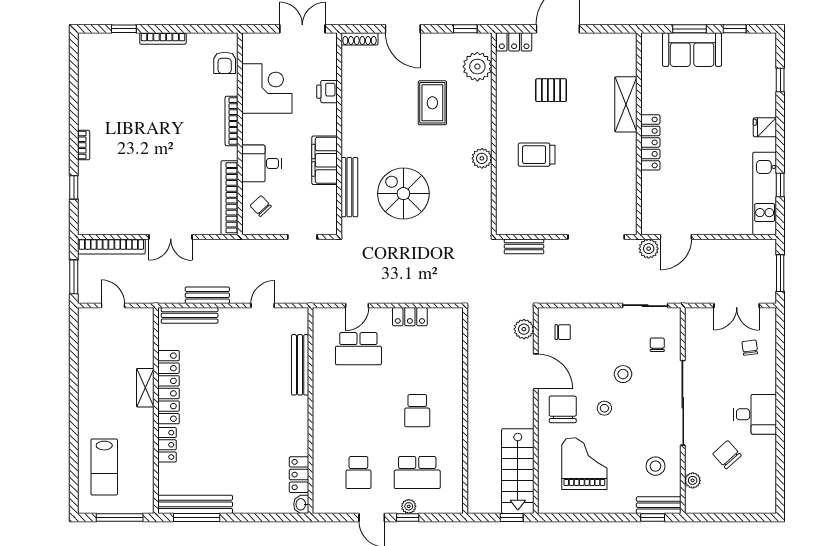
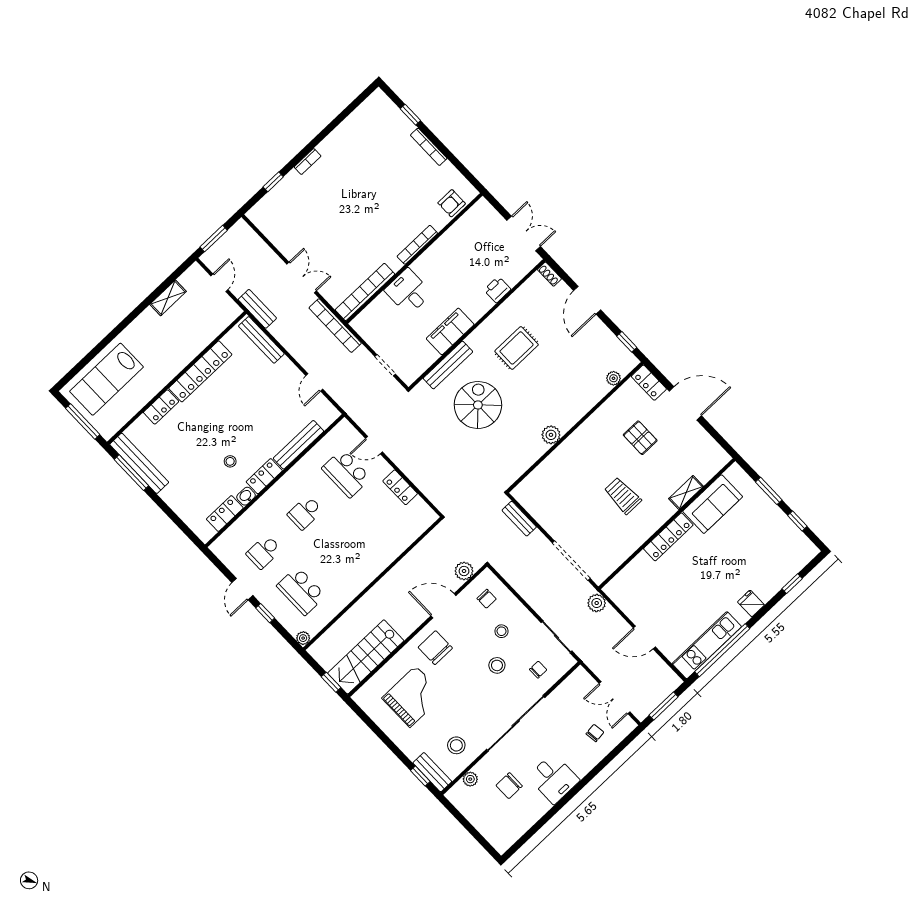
shoe rack: (360, 39) -> (549, 274), width x0.70
sofa: (692, 50) -> (713, 504), moved, turned -90
plant: (477, 67) -> (614, 378), width x0.53, depth x0.53
corner desk: (267, 88) -> (461, 248), removed
rug: (432, 103) -> (517, 348), moved
shelving: (626, 104) -> (686, 493), width x0.67, depth x0.75
trolley: (537, 155) -> (623, 496), moved
window: (780, 185) -> (722, 650), width x3.17
chair: (261, 206) -> (379, 318), removed
double door: (171, 237) -> (302, 278), swing flipped
door: (676, 237) -> (644, 637), moved
bookcase: (111, 246) -> (335, 326), moved
bench: (207, 295) -> (257, 309), moved
door: (263, 306) -> (314, 382), swing flipped
door: (536, 371) -> (443, 606), swing flipped
shelving: (145, 388) -> (168, 298), moved
stool: (604, 408) -> (501, 631), moved
chair: (563, 409) -> (435, 648), turned -90
school desk: (417, 411) -> (305, 513), moved
locker: (299, 415) -> (264, 476), added
stool: (262, 431) -> (230, 461), added
chair: (727, 455) -> (509, 786), turned -138
lab bench: (104, 467) -> (106, 379), width x1.36, depth x1.39
washbasin: (301, 504) -> (246, 496), moved
plant: (409, 506) -> (303, 638), moved

